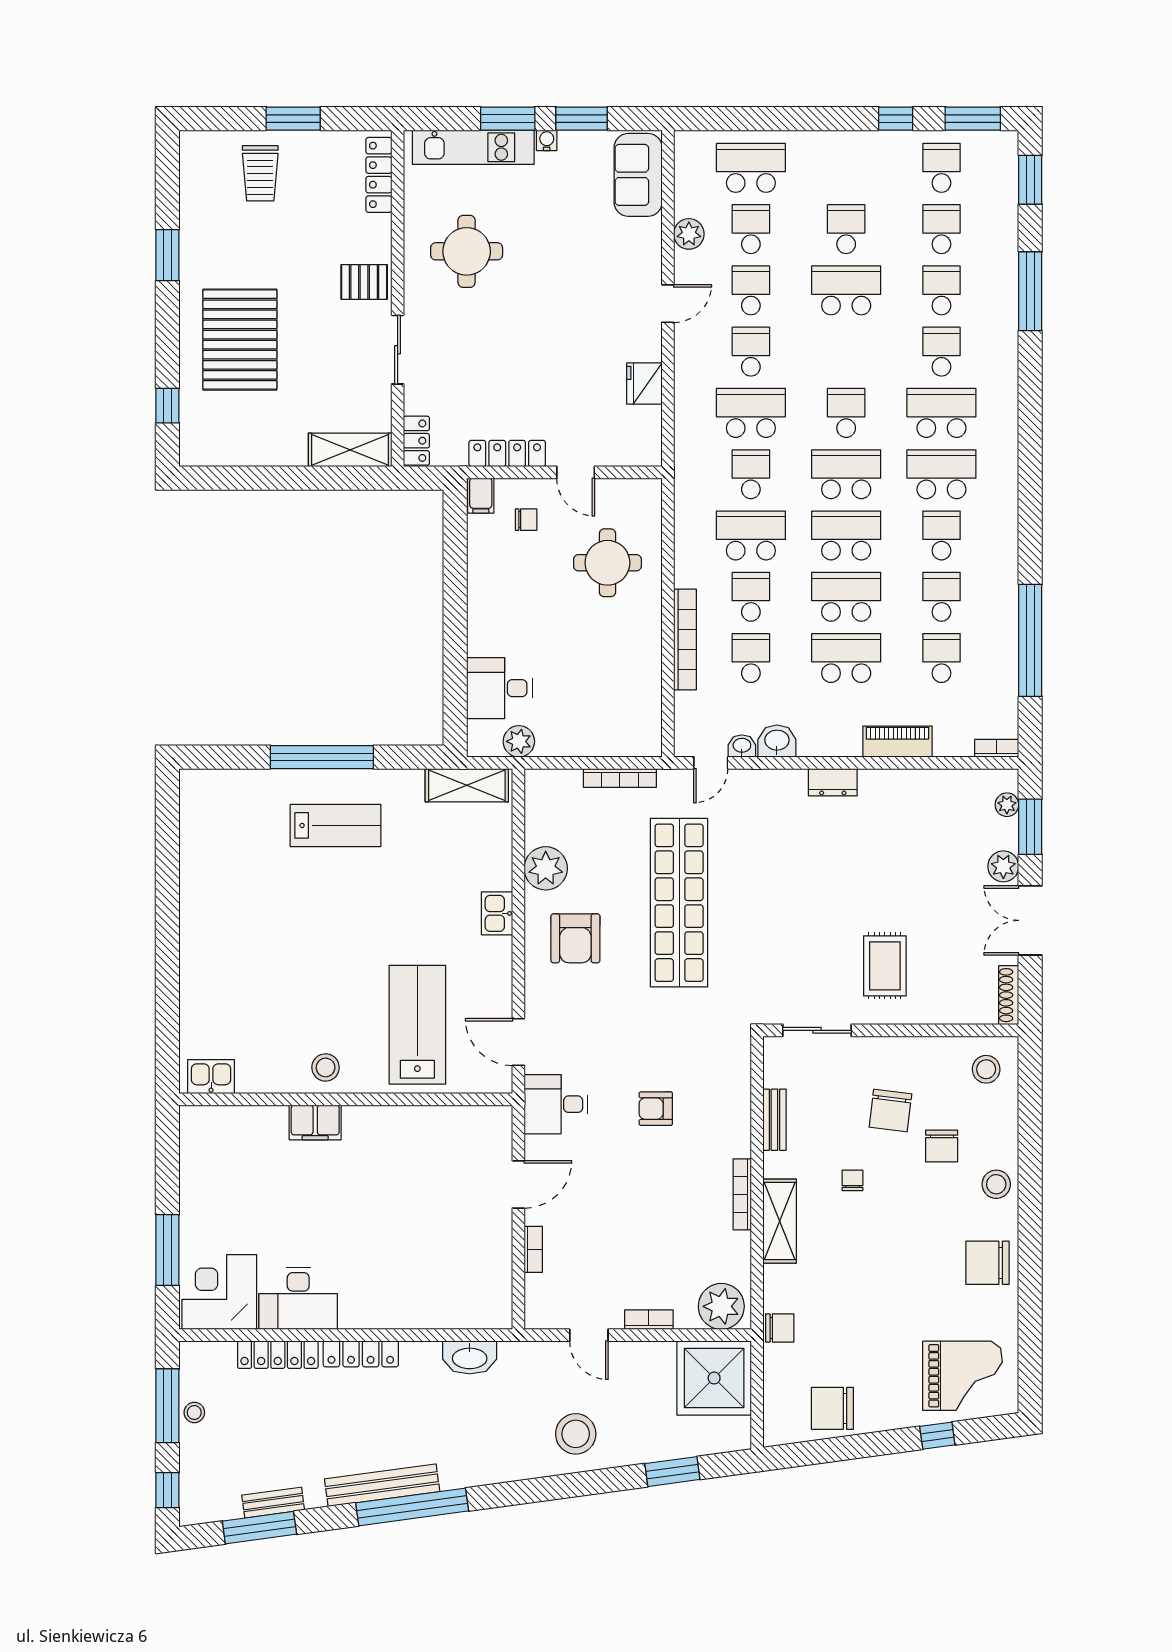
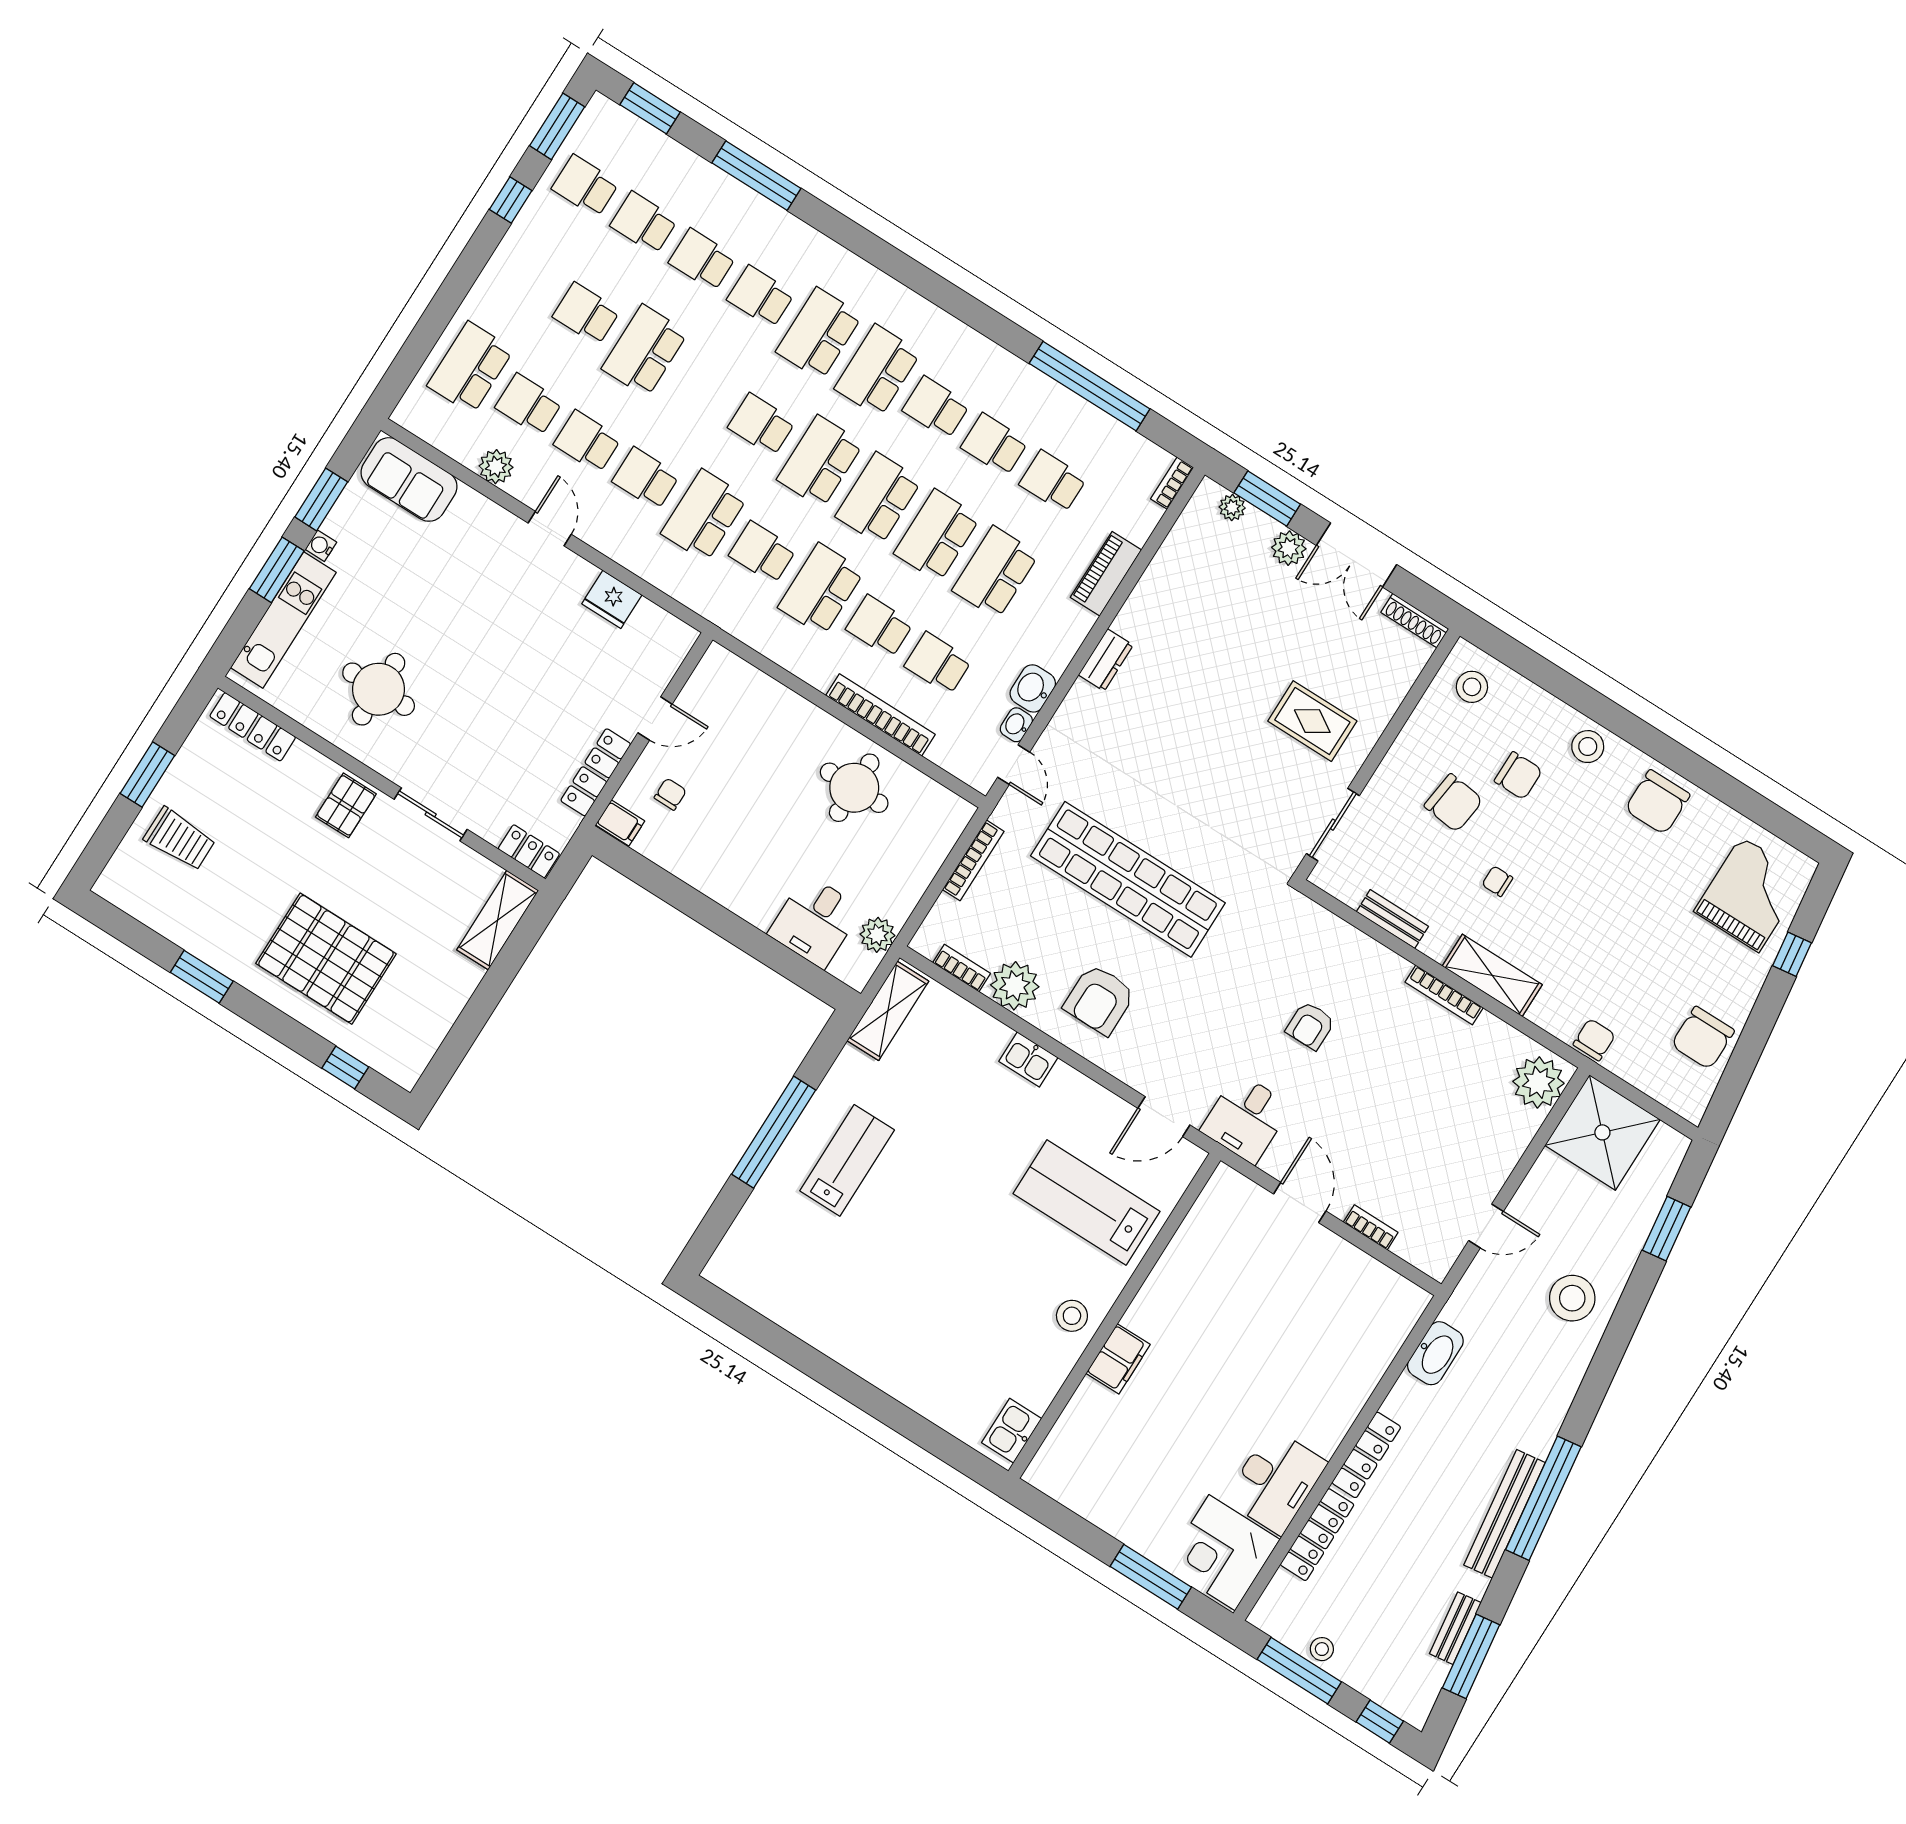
round table: (607, 563) -> (854, 788), moved
armchair: (575, 938) -> (1099, 1000), turned 90
bookcase: (649, 1320) -> (962, 968), moved, turned 90

